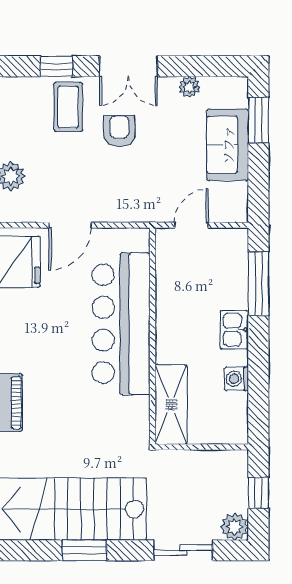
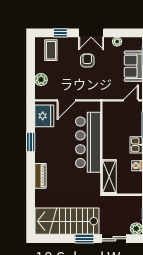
coffee table: (68, 107) -> (51, 50), moved
door: (191, 225) -> (131, 100), moved
window: (84, 550) -> (84, 239), moved

